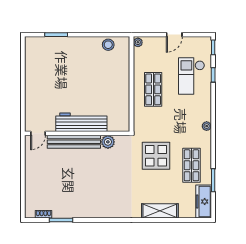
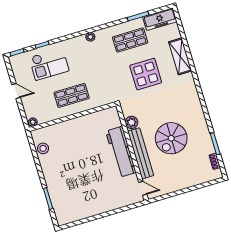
display table: (156, 156) -> (146, 74), moved
spiral stairs: (80, 177) -> (171, 138), added

